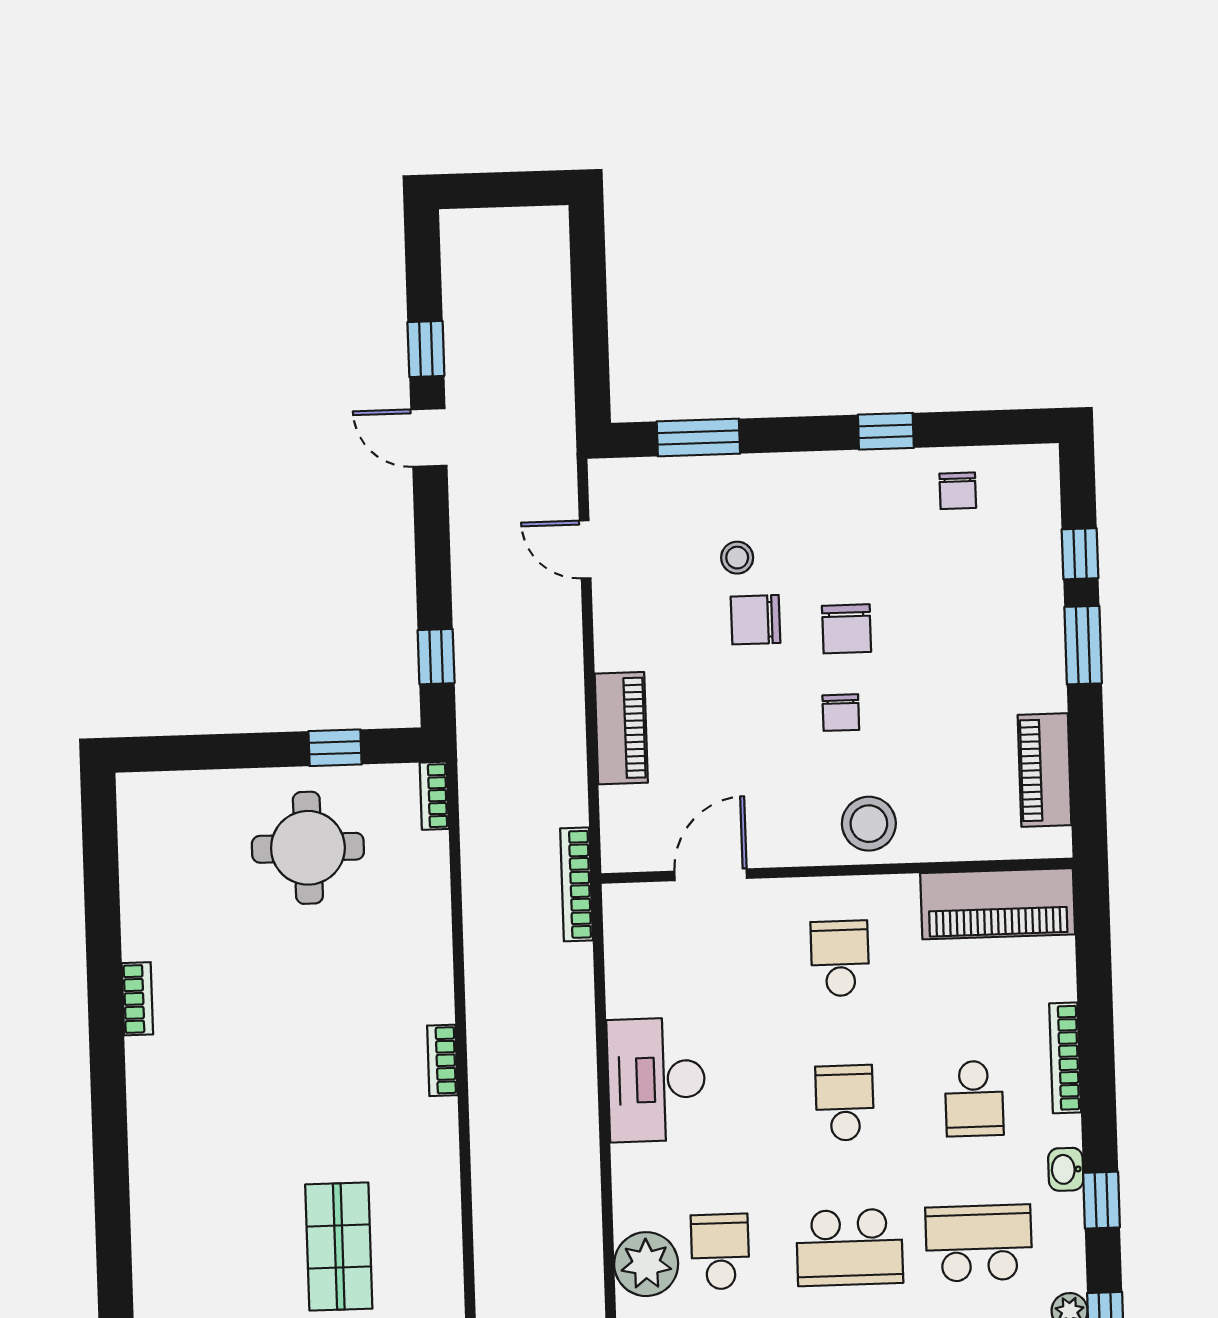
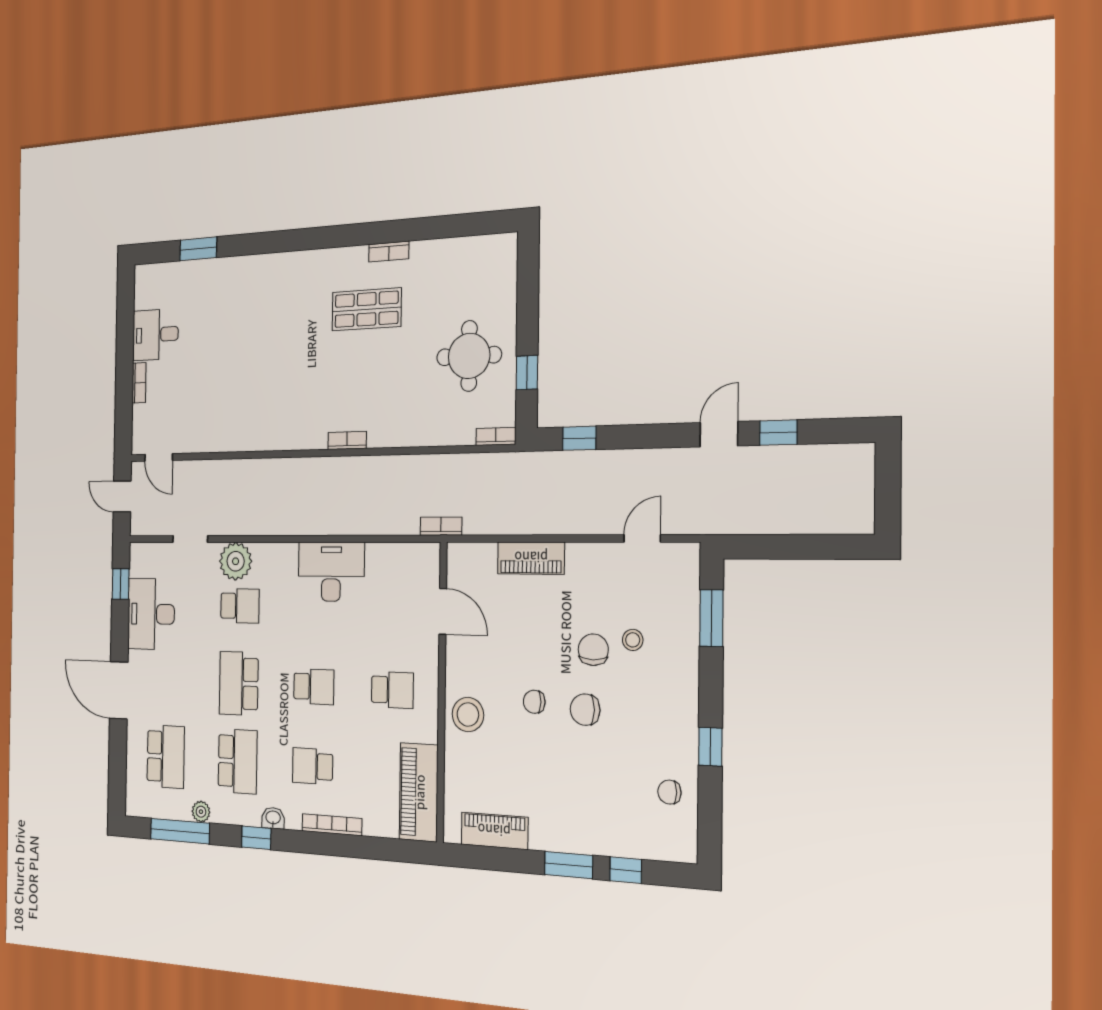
bookcase: (577, 884) -> (441, 526), width x0.64
shop shelf: (339, 1247) -> (367, 309), moved

